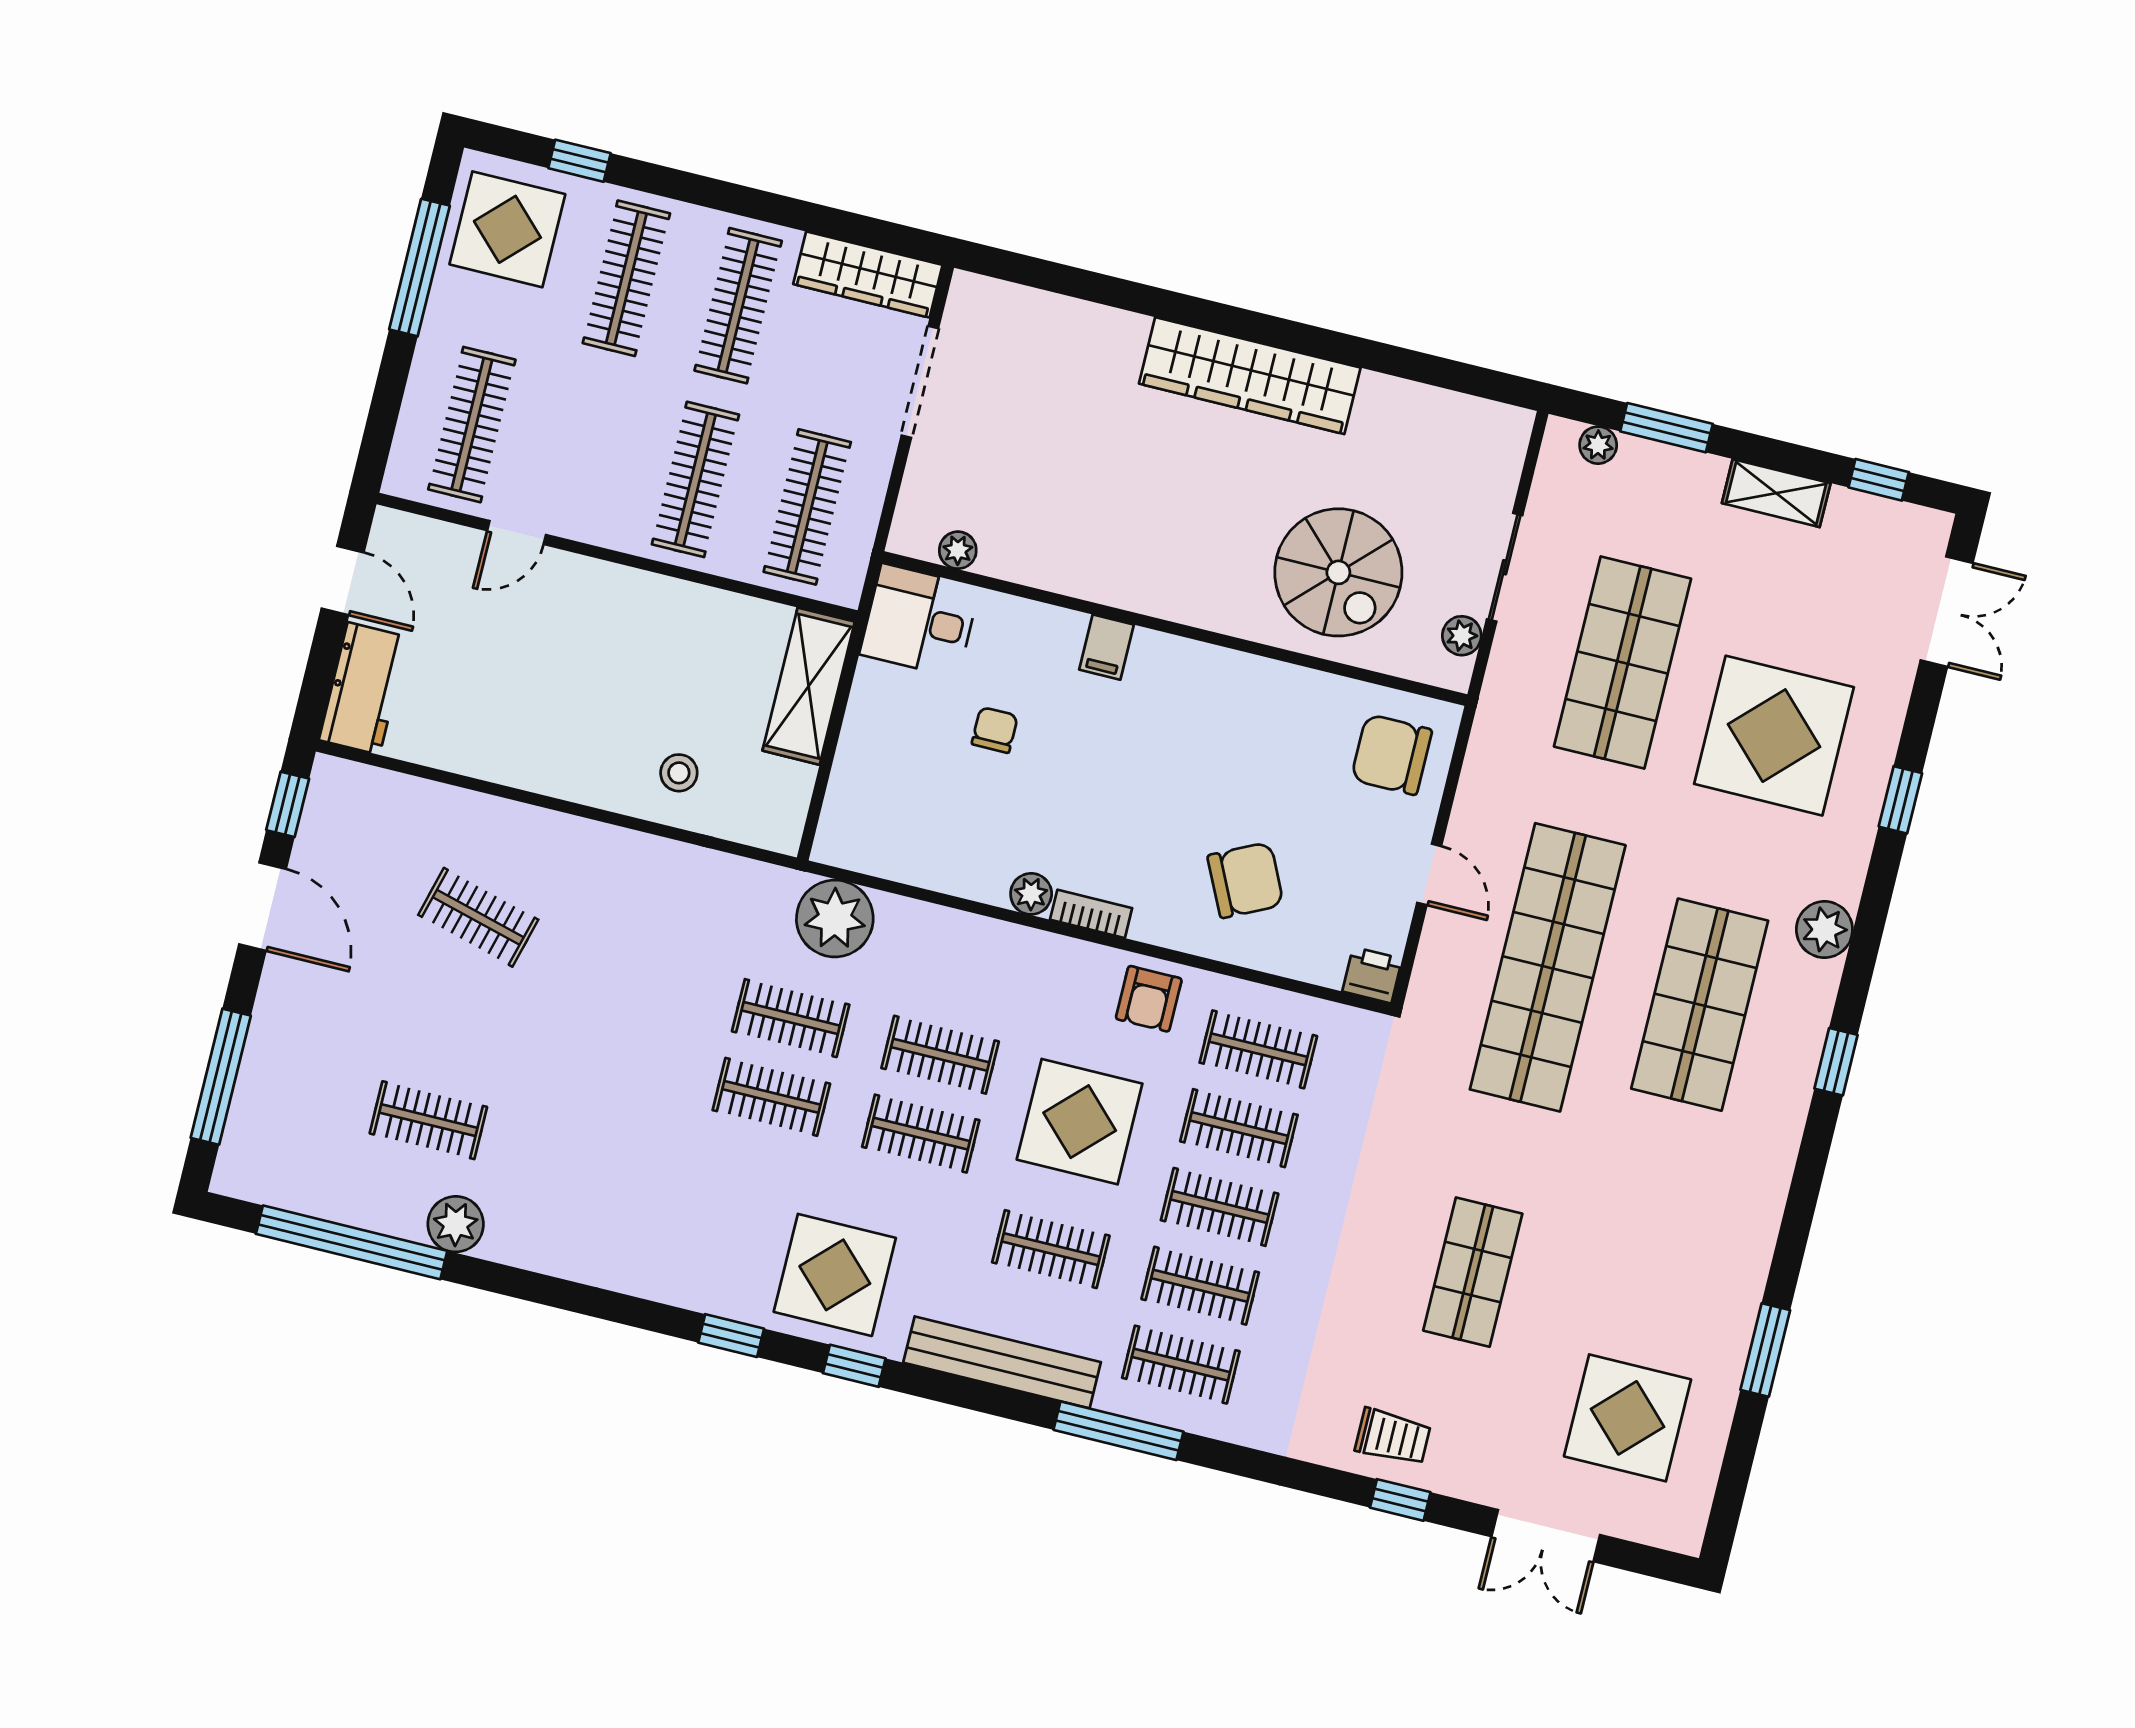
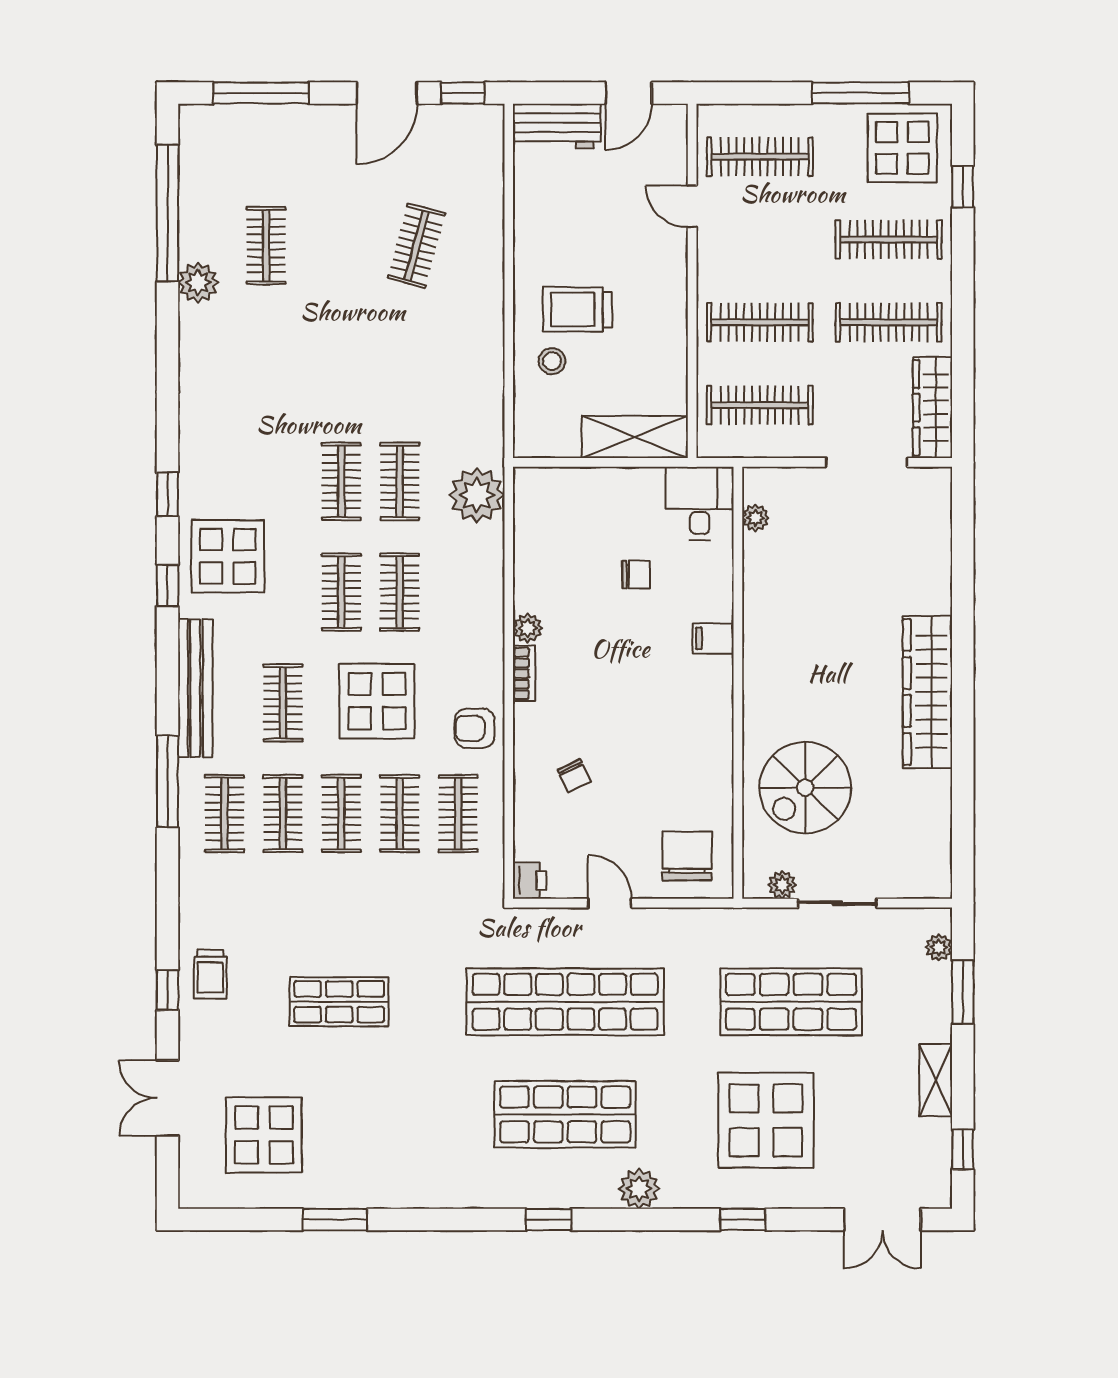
trolley: (618, 721) -> (578, 309), added
door: (1429, 874) -> (610, 903), swing flipped
chair: (1245, 880) -> (574, 776), width x0.54, depth x0.54

